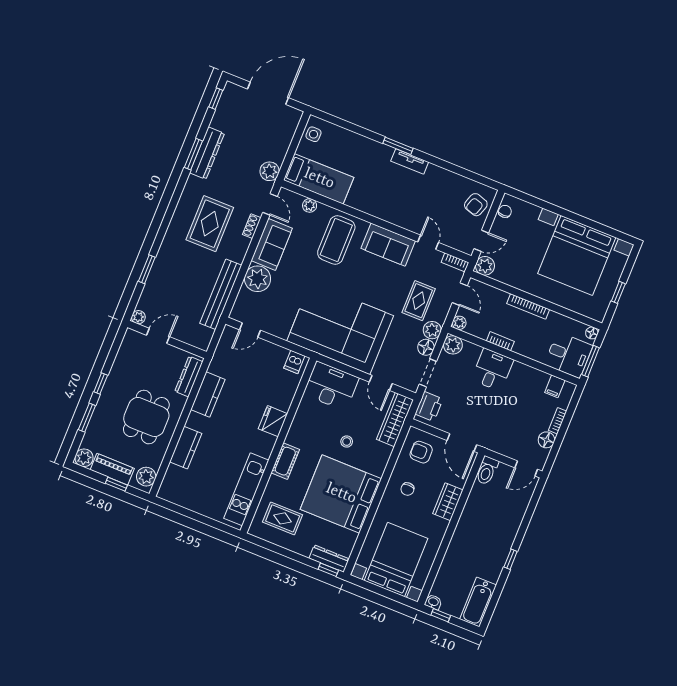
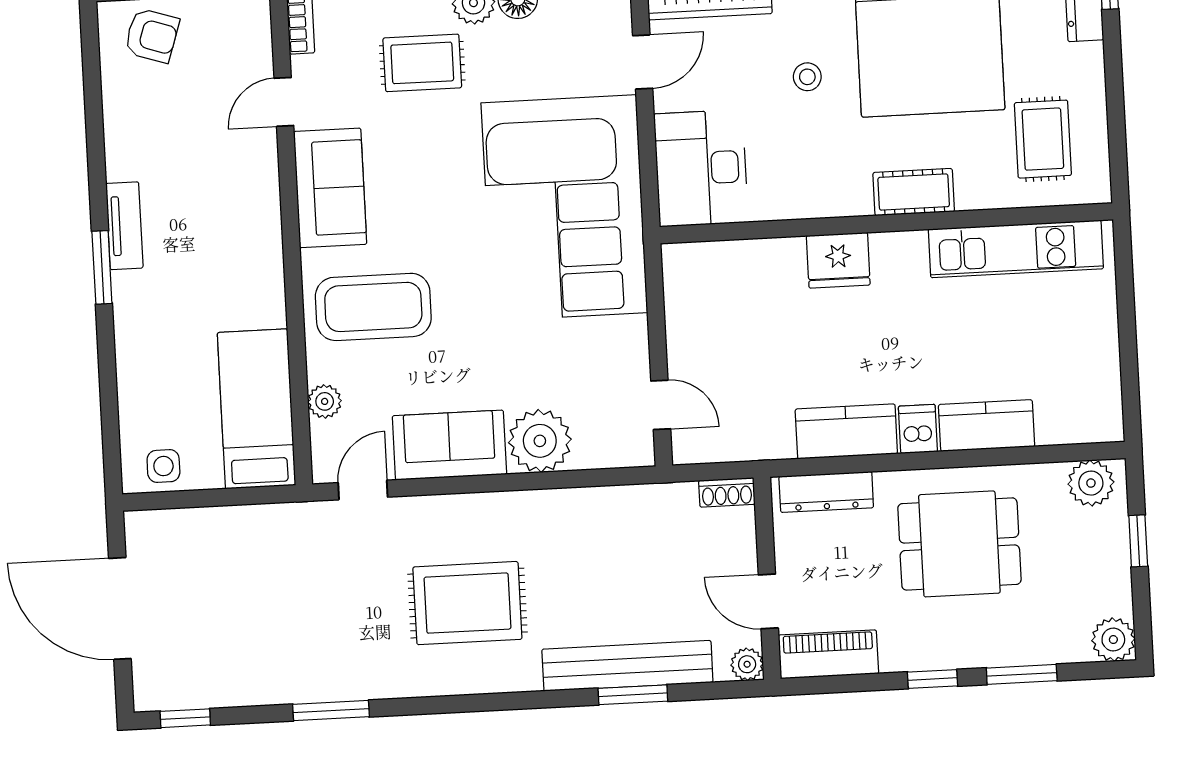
dresser: (207, 153) -> (315, 682), removed
plant: (270, 171) -> (290, 525), removed
shoe rack: (252, 226) -> (727, 492), moved
bench: (221, 294) -> (627, 666), moved
dishwasher: (294, 362) -> (918, 429), moved, turned -90
piano: (112, 469) -> (828, 654), moved, turned 90

